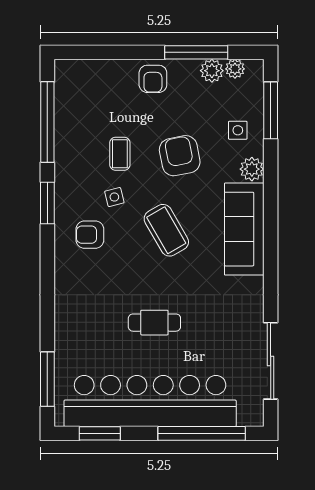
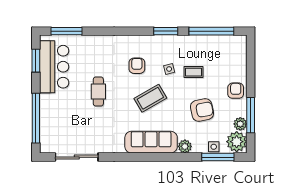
plant: (235, 69) -> (237, 142), width x1.88, depth x1.88
armchair: (153, 79) -> (236, 91), turned 90
side table: (238, 130) -> (214, 147), moved
armchair: (180, 156) -> (202, 110), moved
armchair: (90, 235) -> (137, 66), moved
bar counter: (150, 401) -> (54, 67), width x0.54

